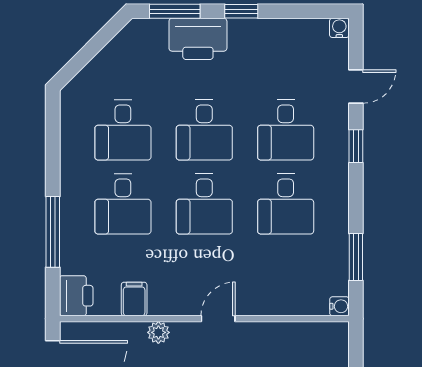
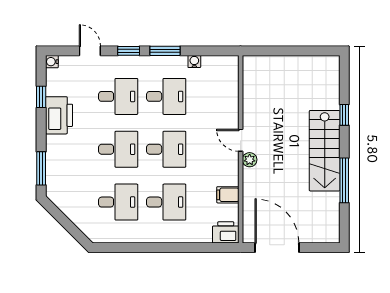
window: (241, 11) -> (41, 97), moved
printer: (198, 39) -> (59, 115), moved
window: (53, 232) -> (184, 248), removed
window: (356, 257) -> (165, 51), moved
water cooler: (339, 306) -> (194, 62), moved
plant: (158, 332) -> (250, 160), moved

